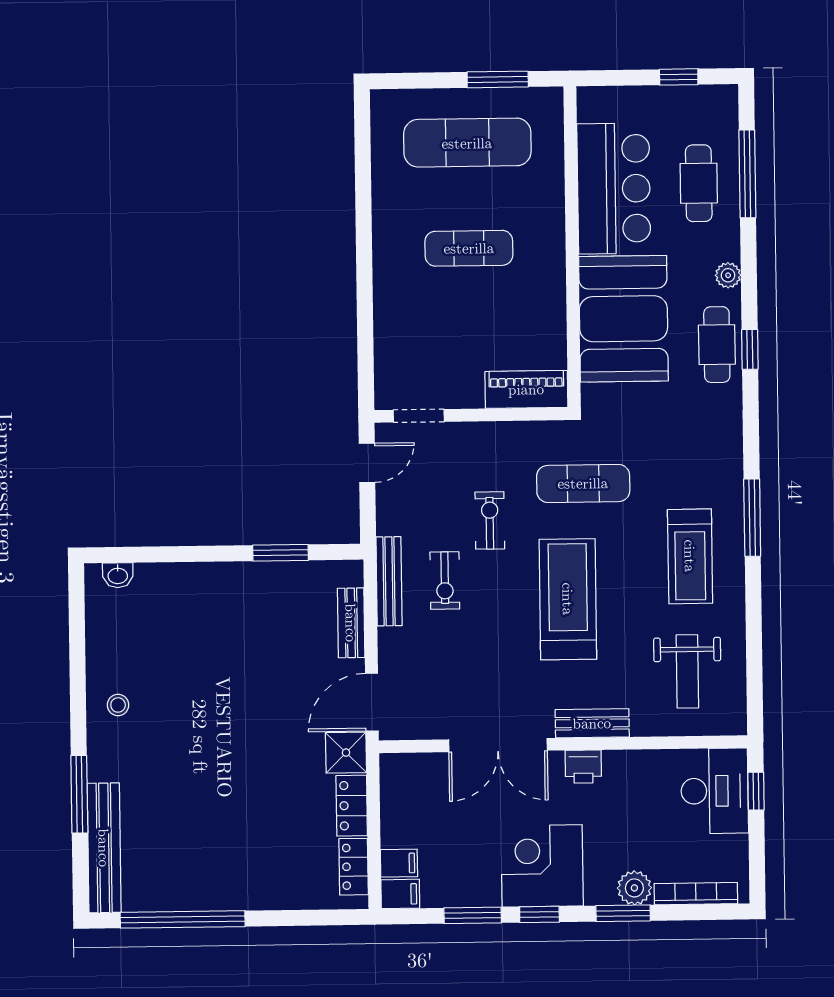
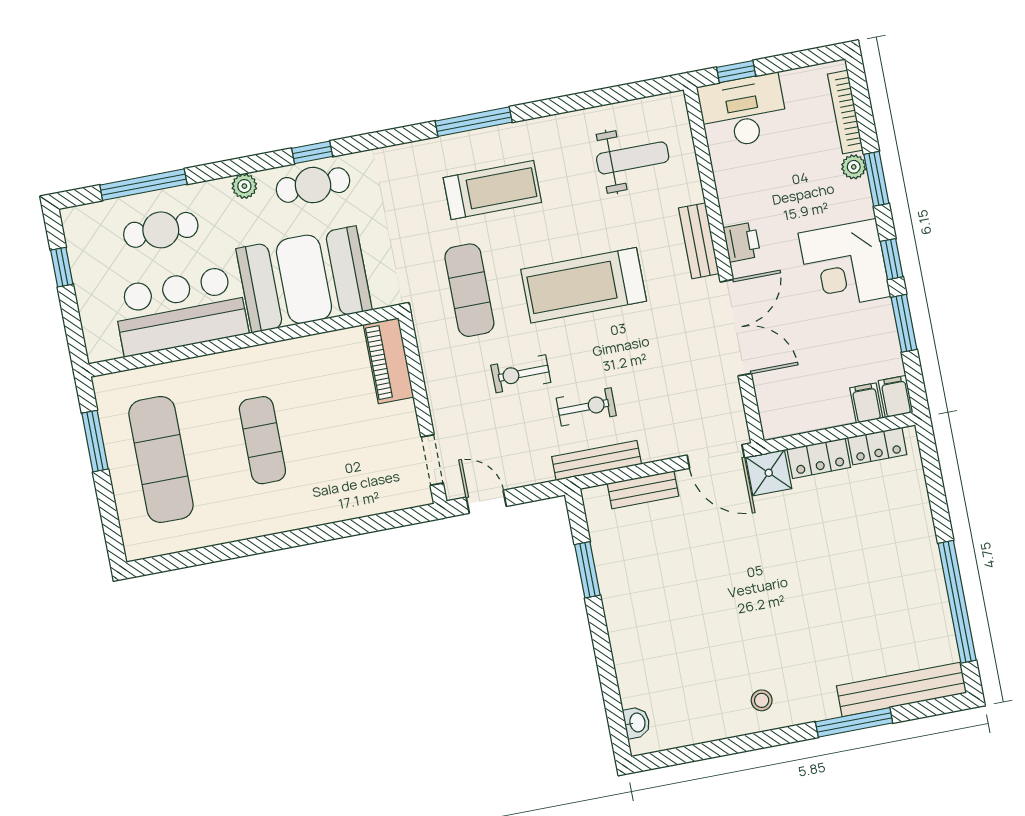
treadmill: (690, 556) -> (492, 190), moved
plant: (634, 888) -> (854, 167), width x0.73, depth x0.73

